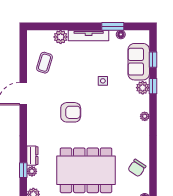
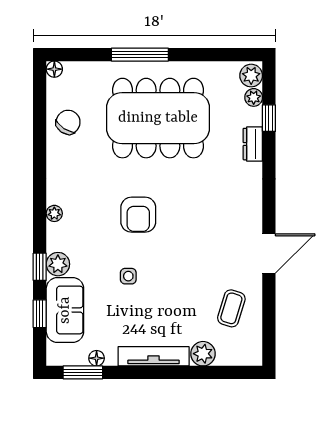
window: (113, 26) -> (83, 372), moved
armchair: (71, 112) -> (138, 215), moved, turned -90
plant: (32, 171) -> (254, 97), moved

